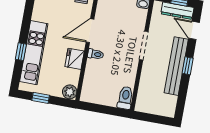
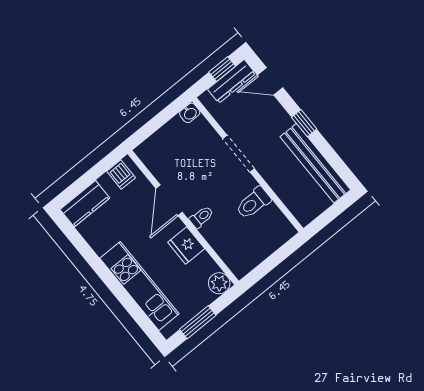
window: (21, 52) -> (126, 300), removed
bench: (176, 66) -> (315, 163), moved
window: (41, 98) -> (198, 322), width x1.50
toilet: (125, 98) -> (253, 203), moved, turned -90

